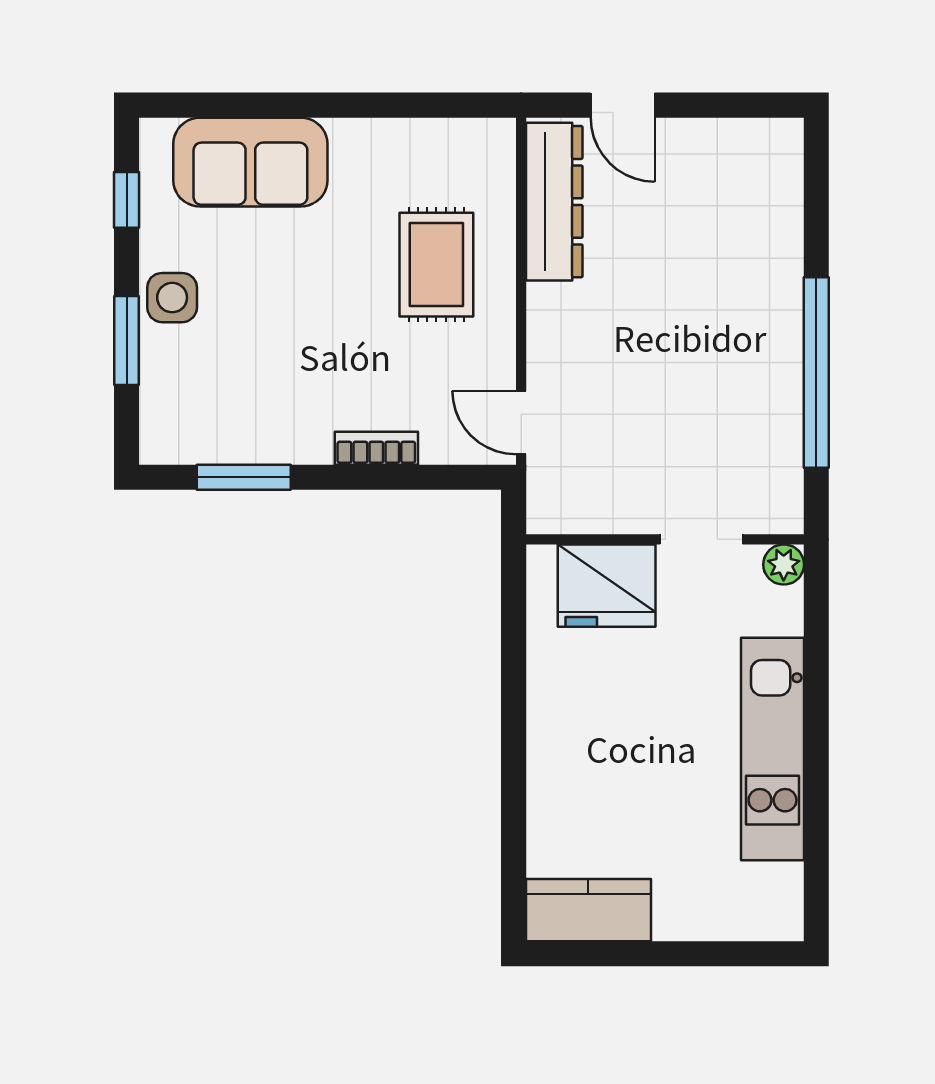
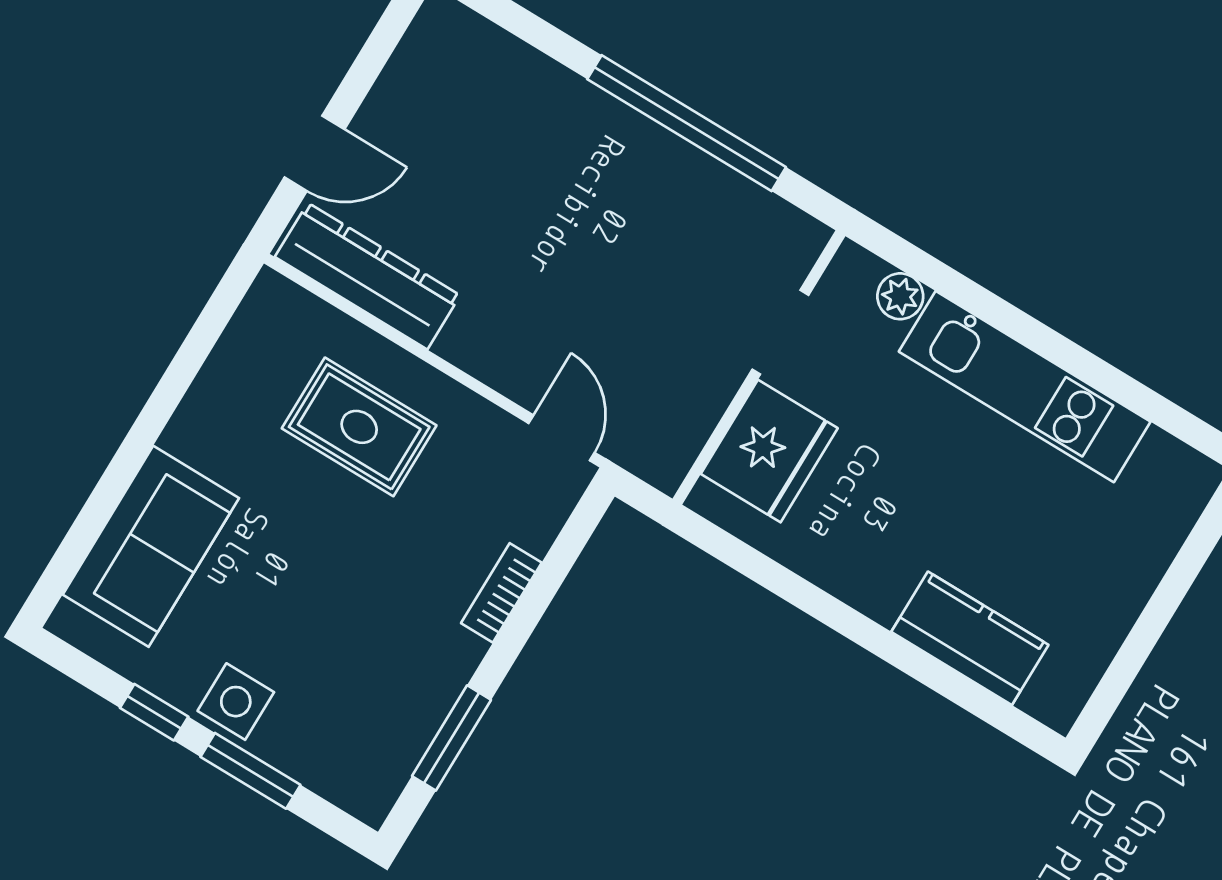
window: (127, 200) -> (154, 712), moved
door: (521, 423) -> (562, 438), swing flipped
plant: (784, 565) -> (900, 296), moved
kitchen counter: (588, 910) -> (970, 638), moved, turned 90

